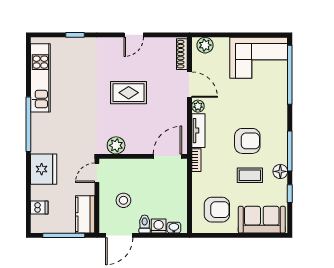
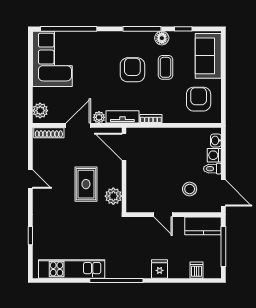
plant: (116, 145) -> (113, 196), moved
wall: (143, 156) -> (124, 170), moved
door: (167, 156) -> (124, 147), moved
fridge: (44, 169) -> (160, 269), width x0.53, depth x0.75

